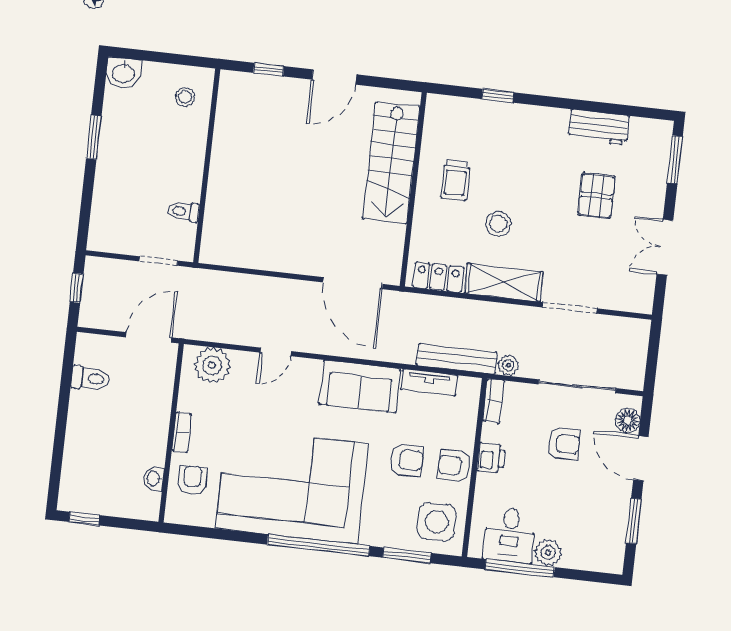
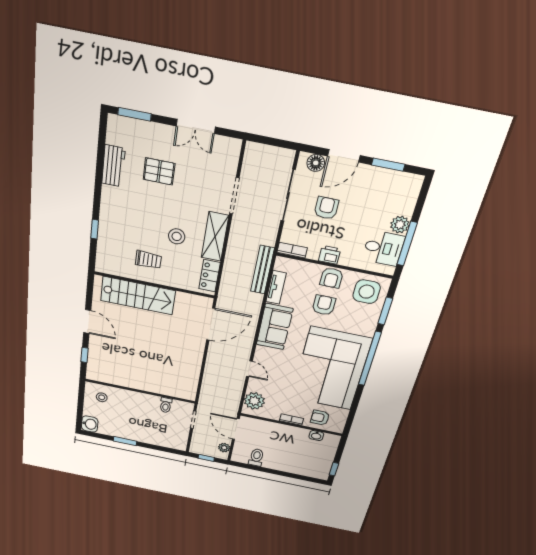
plant: (508, 365) -> (224, 448), moved

